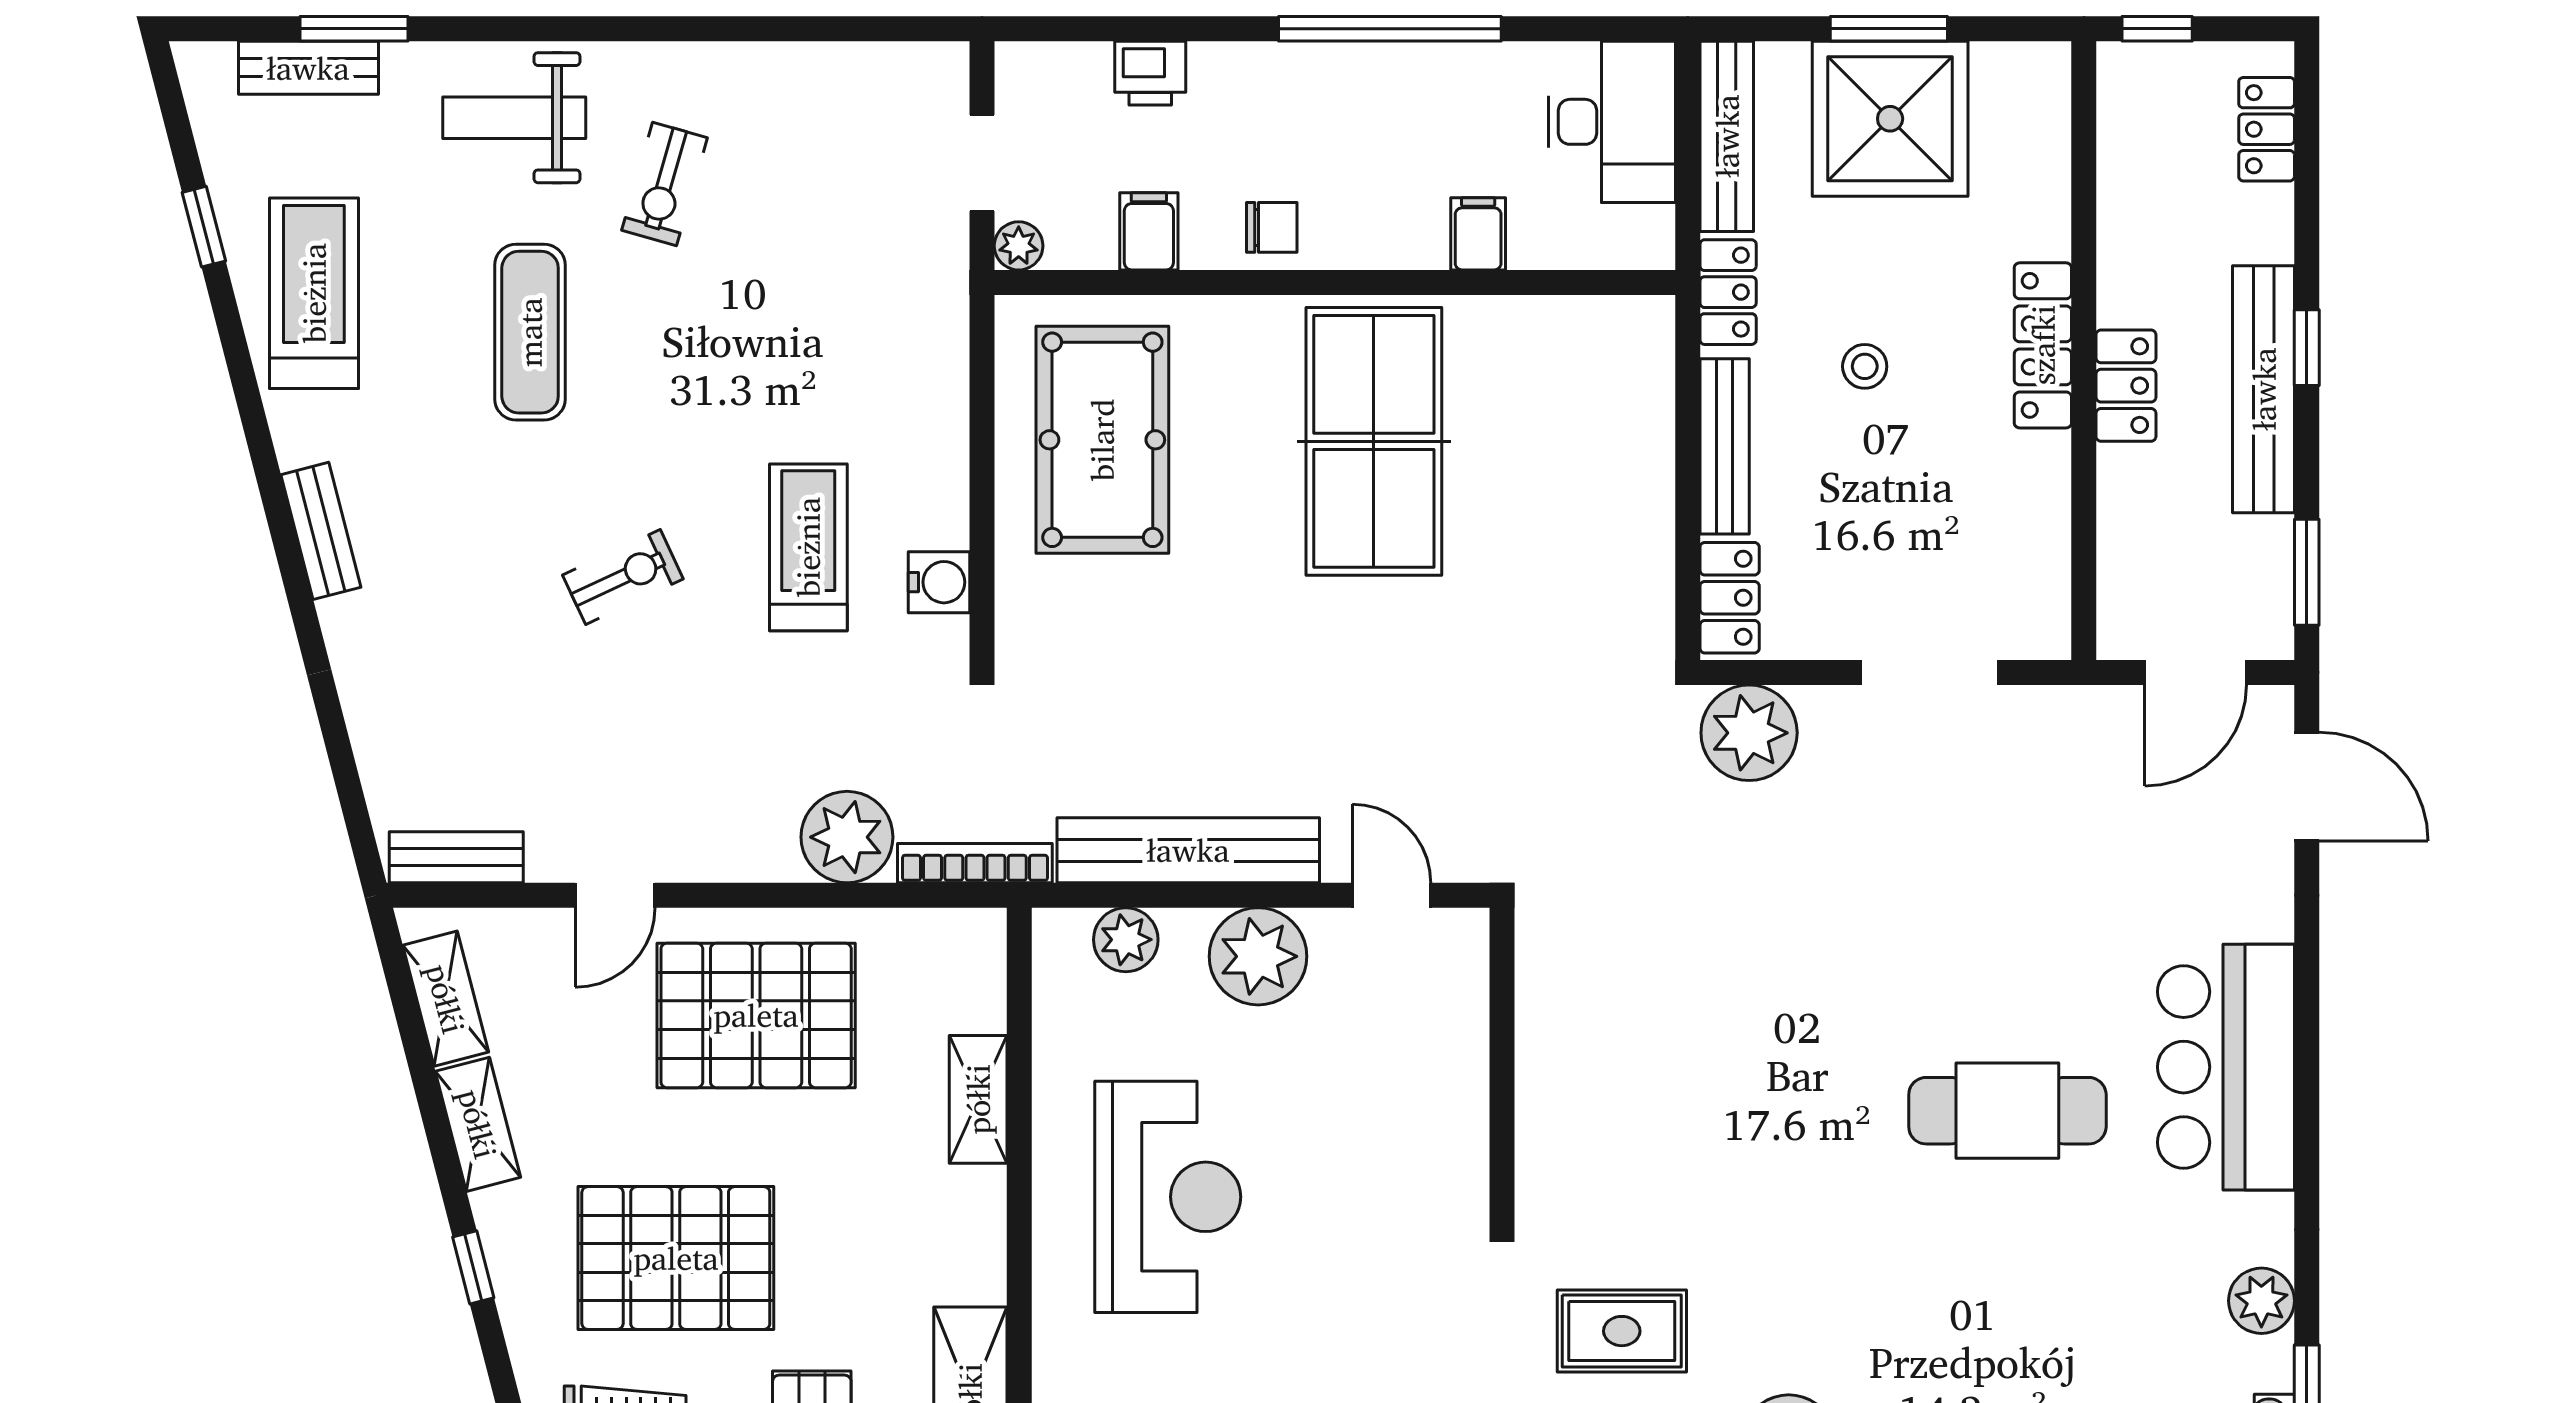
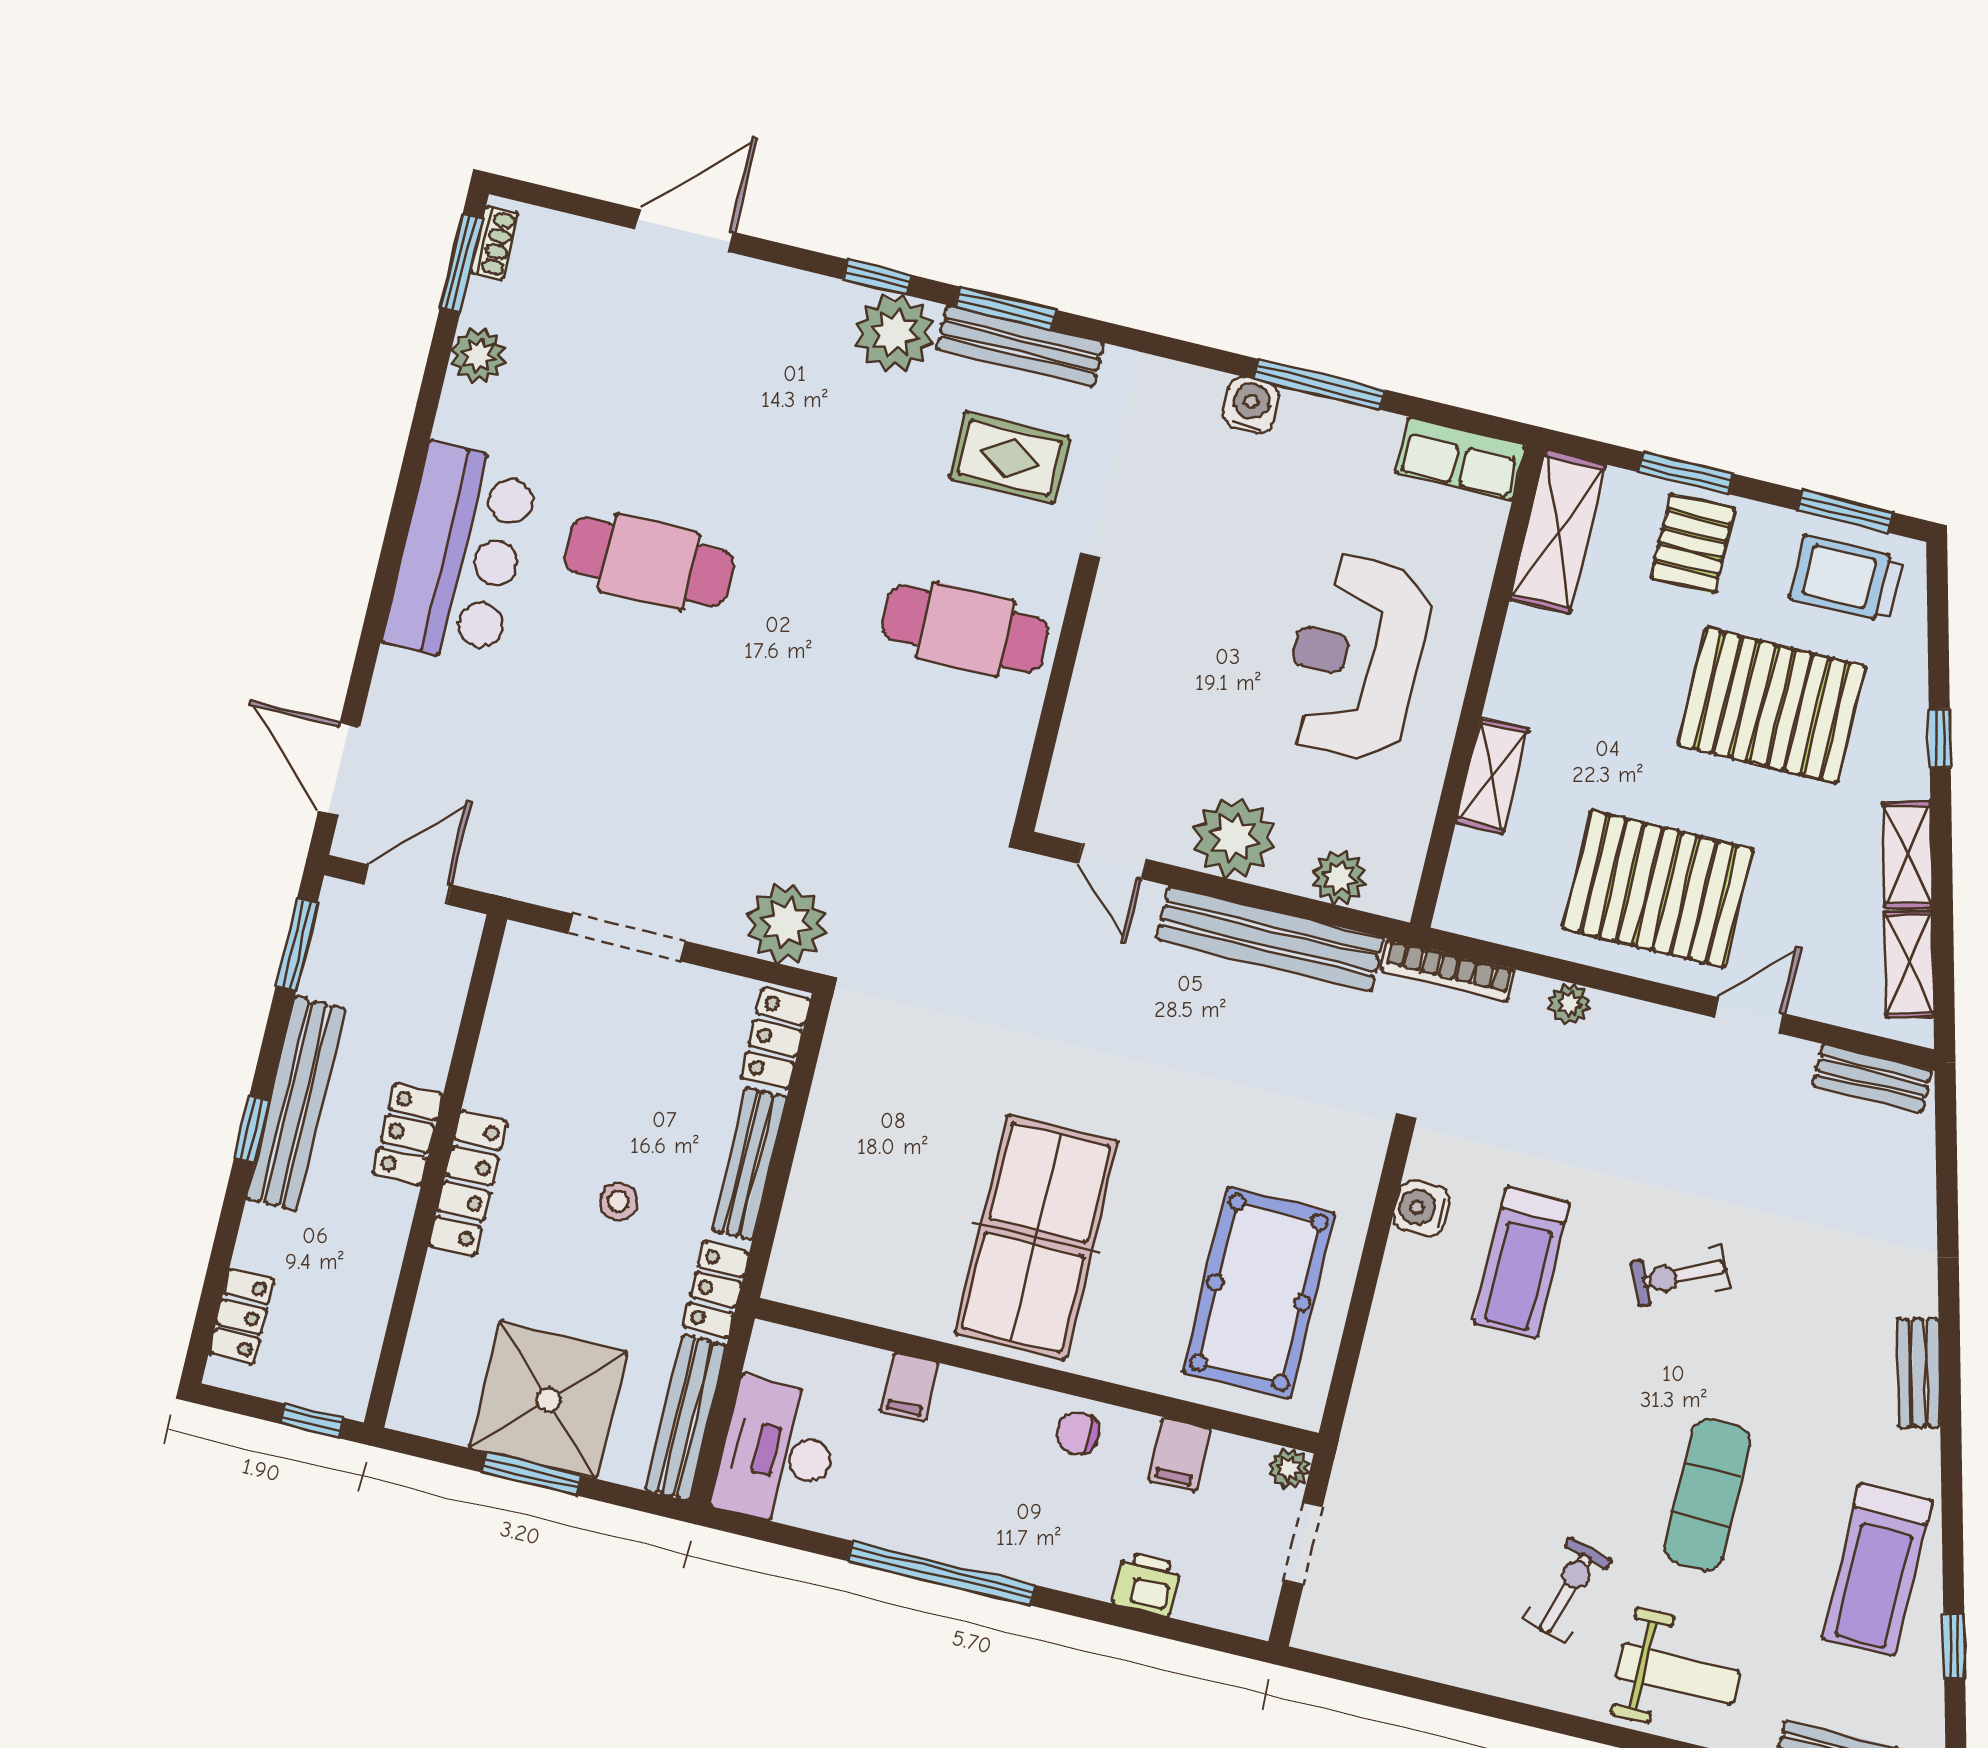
plant: (847, 837) -> (1569, 1004), width x0.53, depth x0.53
cafe table: (1625, 1122) -> (965, 629), added

